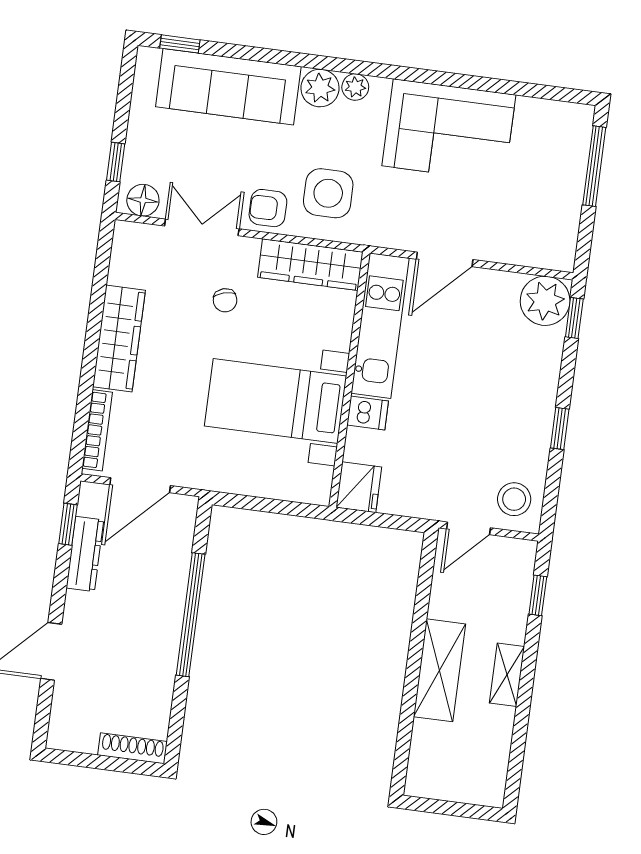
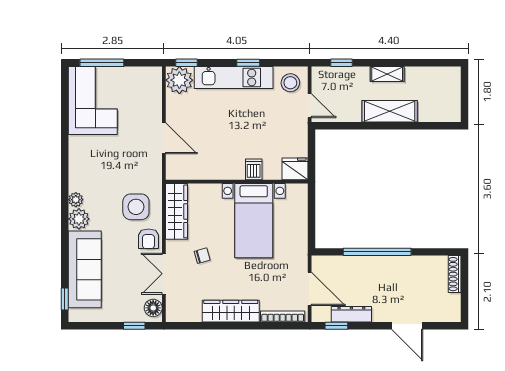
corner sofa: (449, 130) -> (93, 101), moved
kitchen unit: (380, 326) -> (234, 77), moved, turned 180

